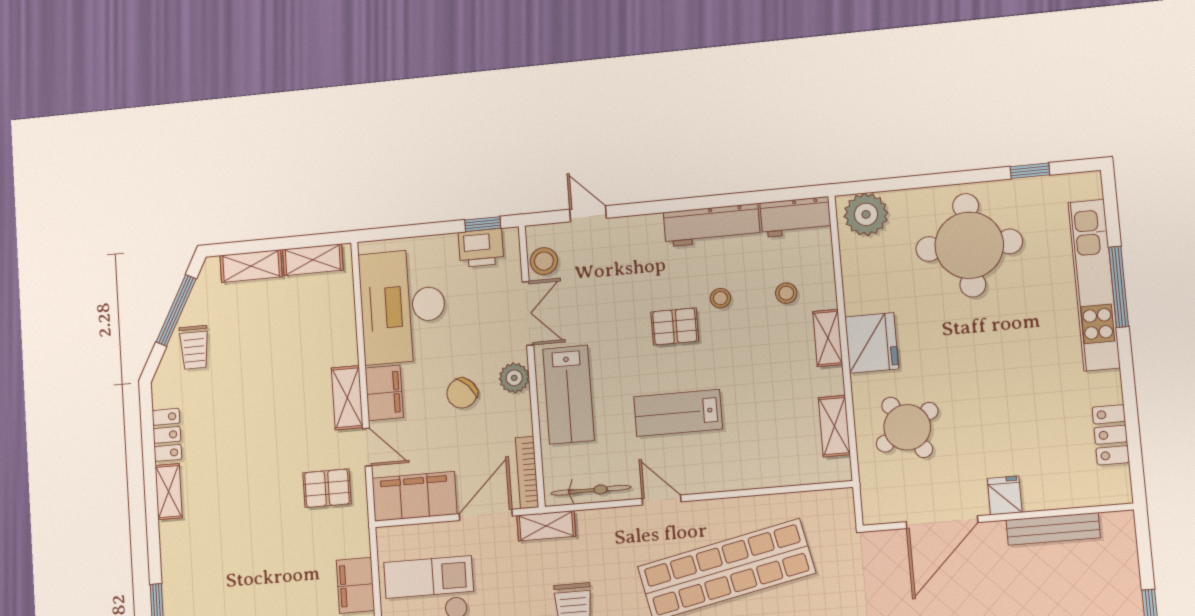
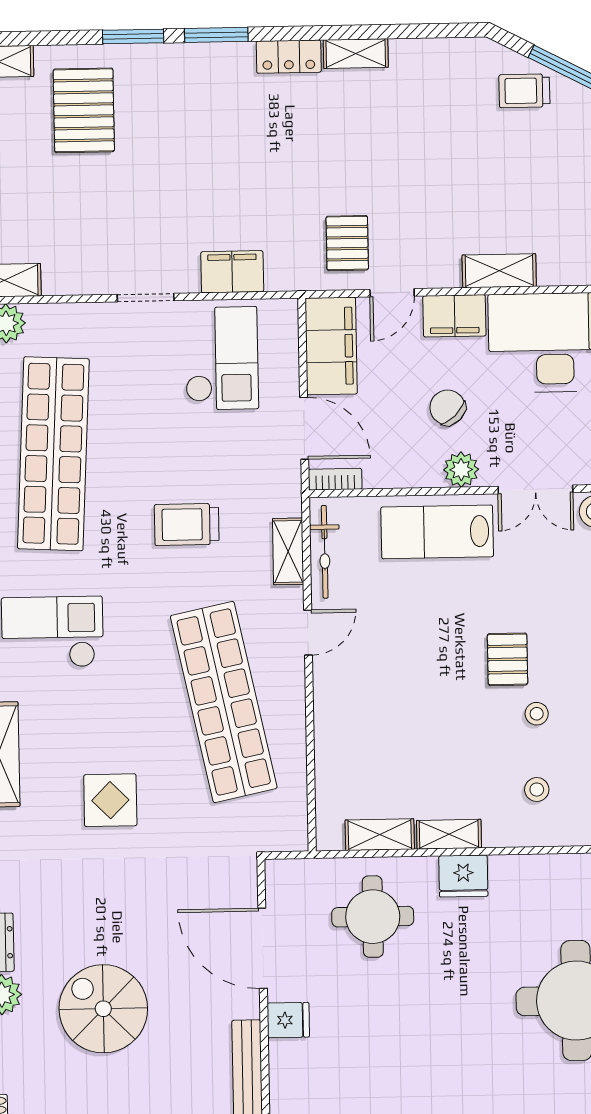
shelving: (828, 338) -> (449, 834), moved
fridge: (872, 343) -> (463, 876), width x0.73, depth x0.75
shelving: (347, 398) -> (499, 271), moved
lab bench: (678, 413) -> (407, 657), removed
round table: (907, 427) -> (373, 917), turned 32
locker: (167, 435) -> (289, 57), moved
bookcase: (527, 472) -> (335, 479), width x0.64
shelving: (546, 526) -> (288, 551), moved

